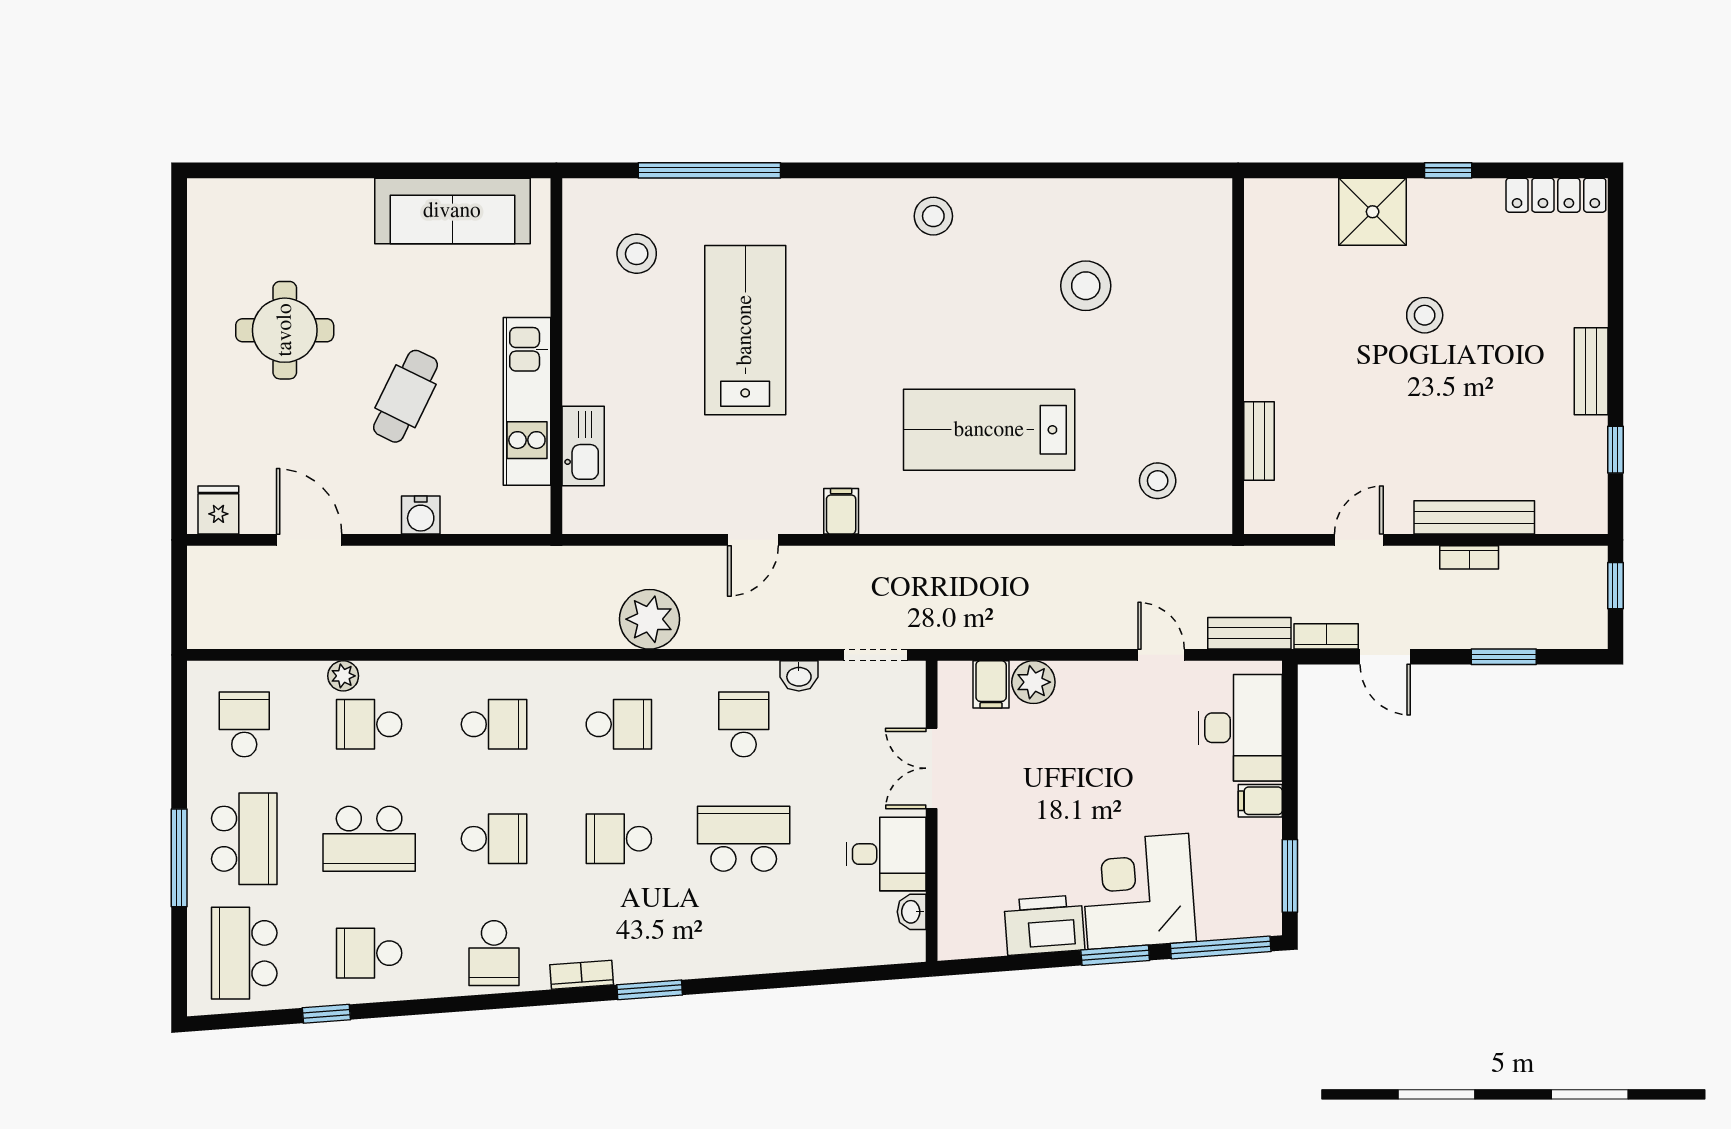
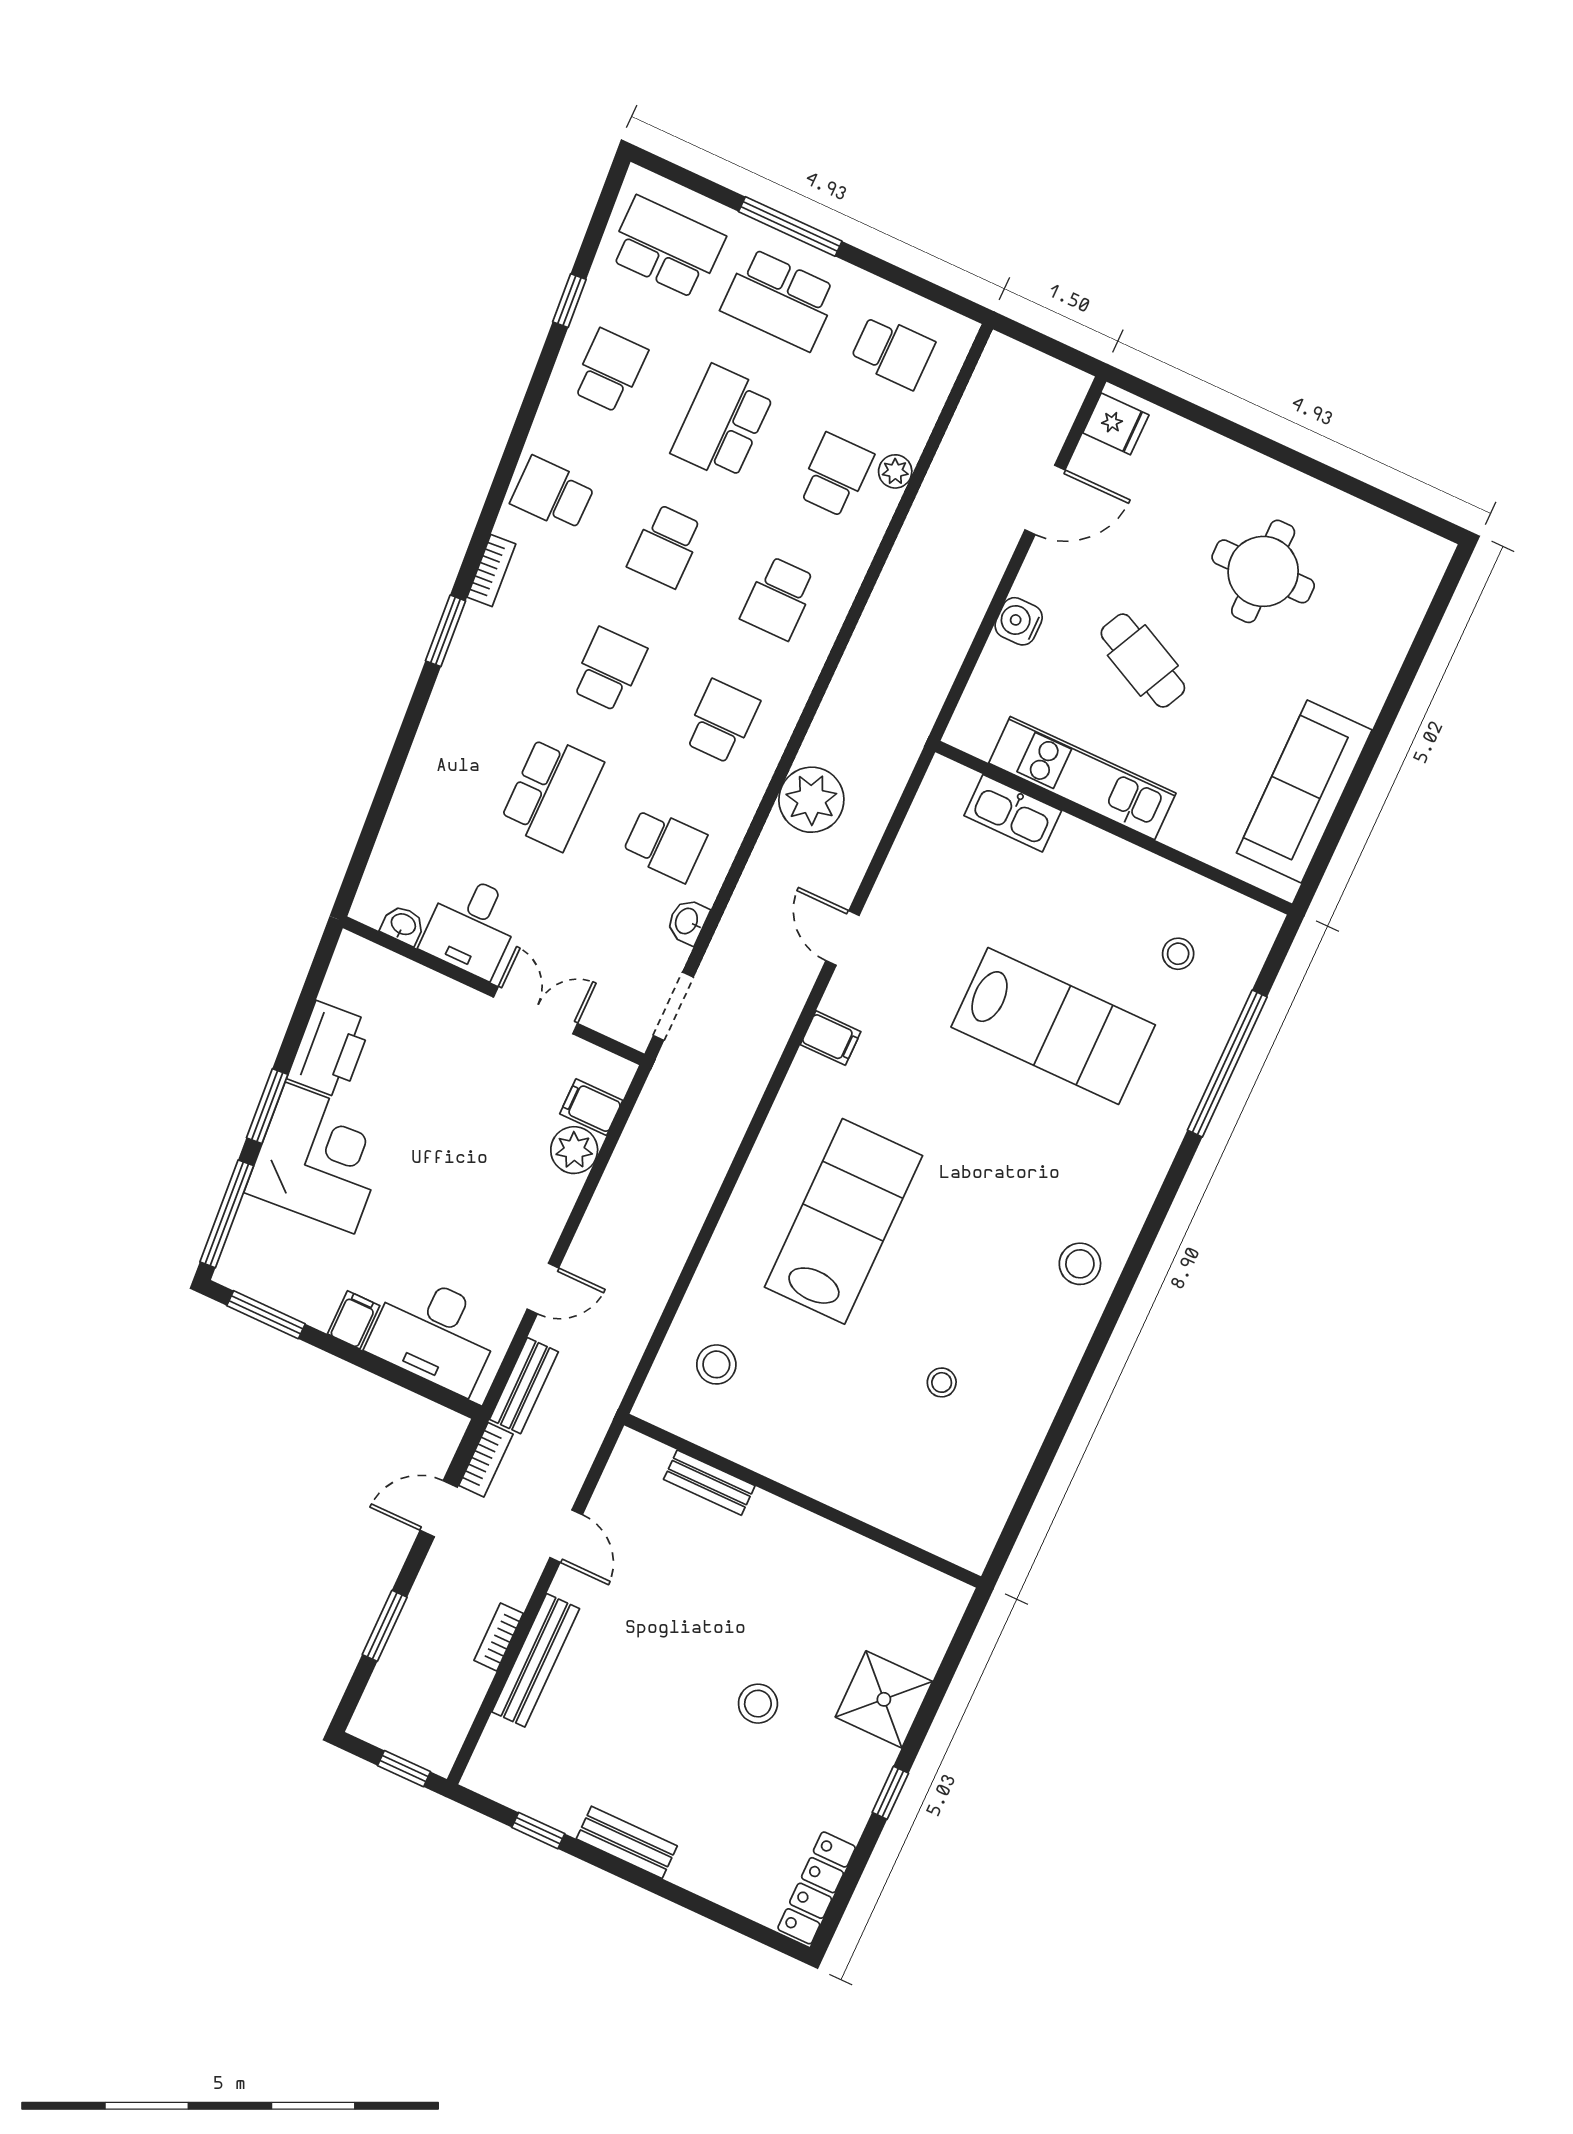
stool: (637, 254) -> (1178, 954), width x0.73, depth x0.73
stool: (1086, 286) -> (942, 1382), width x0.53, depth x0.53
school desk: (619, 724) -> (722, 721), turned 180

